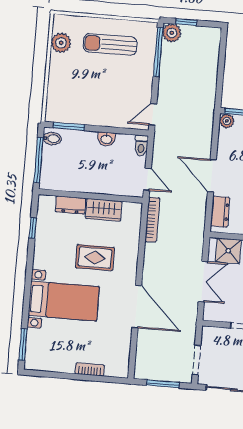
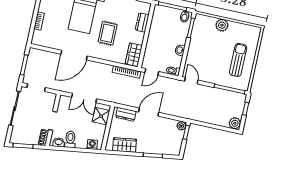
plant: (172, 33) -> (235, 123), moved
plant: (61, 43) -> (222, 25), moved
wardrobe: (104, 210) -> (134, 55), moved

